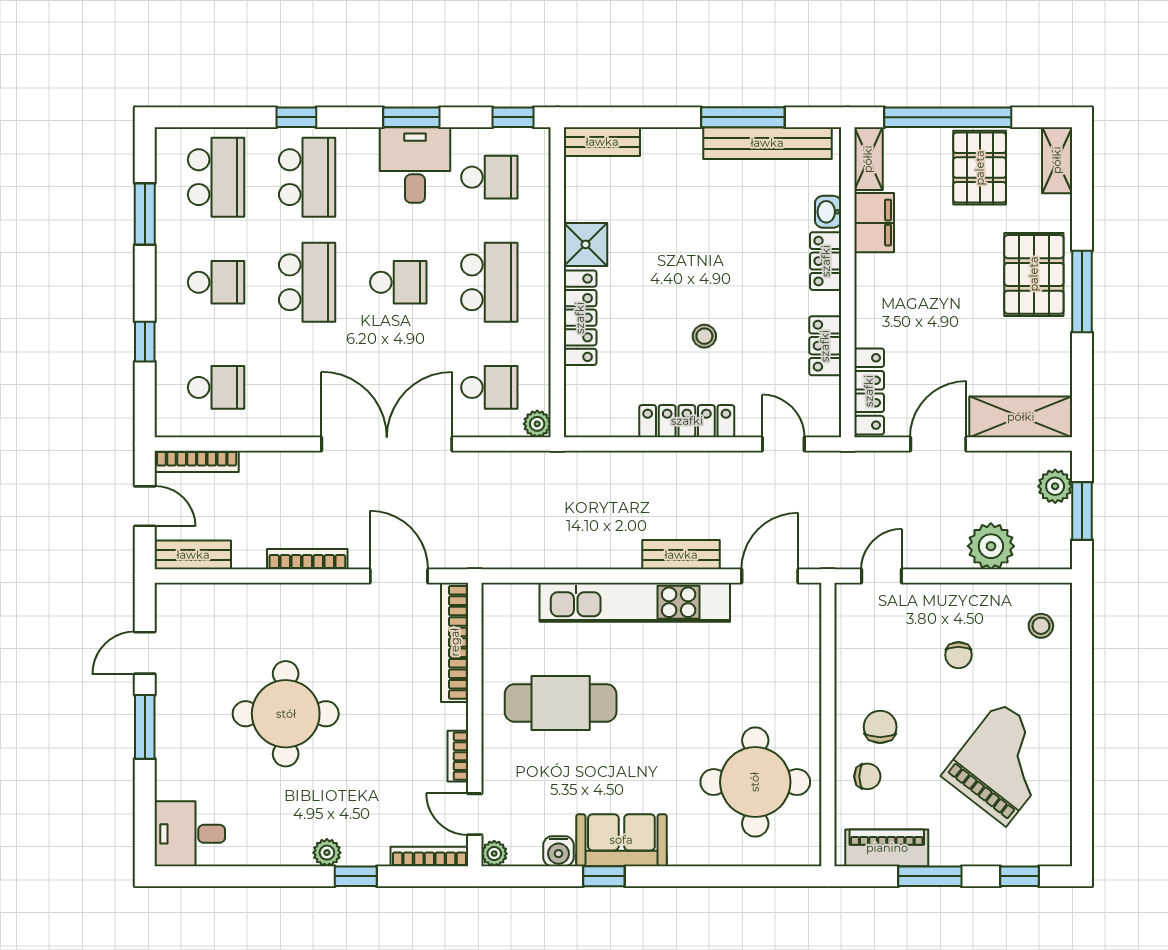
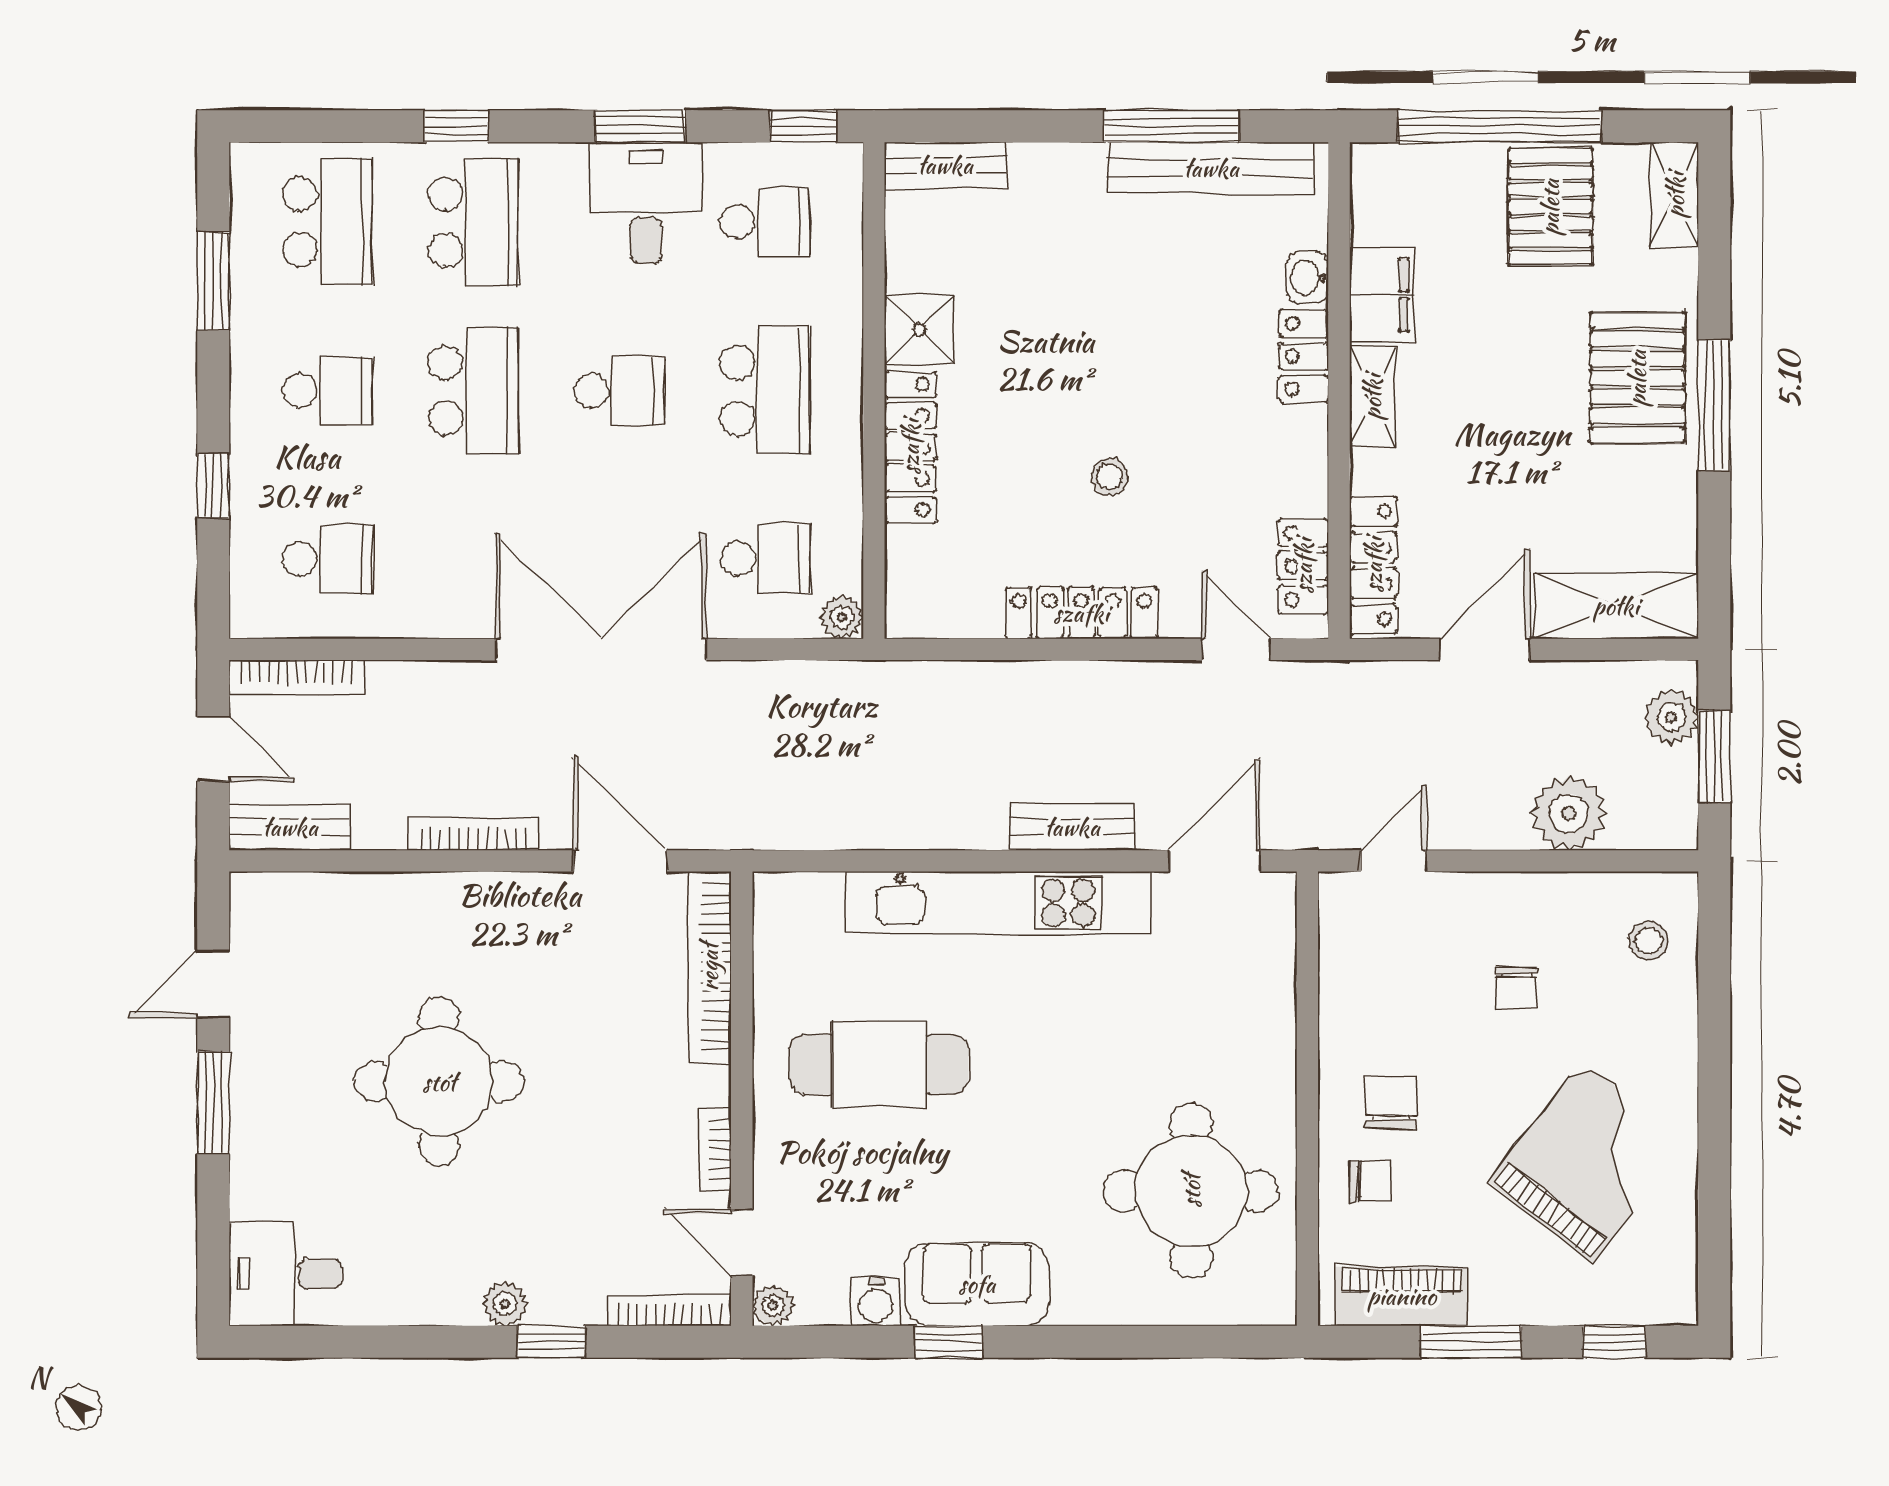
shelving: (868, 159) -> (1372, 397), moved
locker: (825, 346) -> (1303, 566), moved

